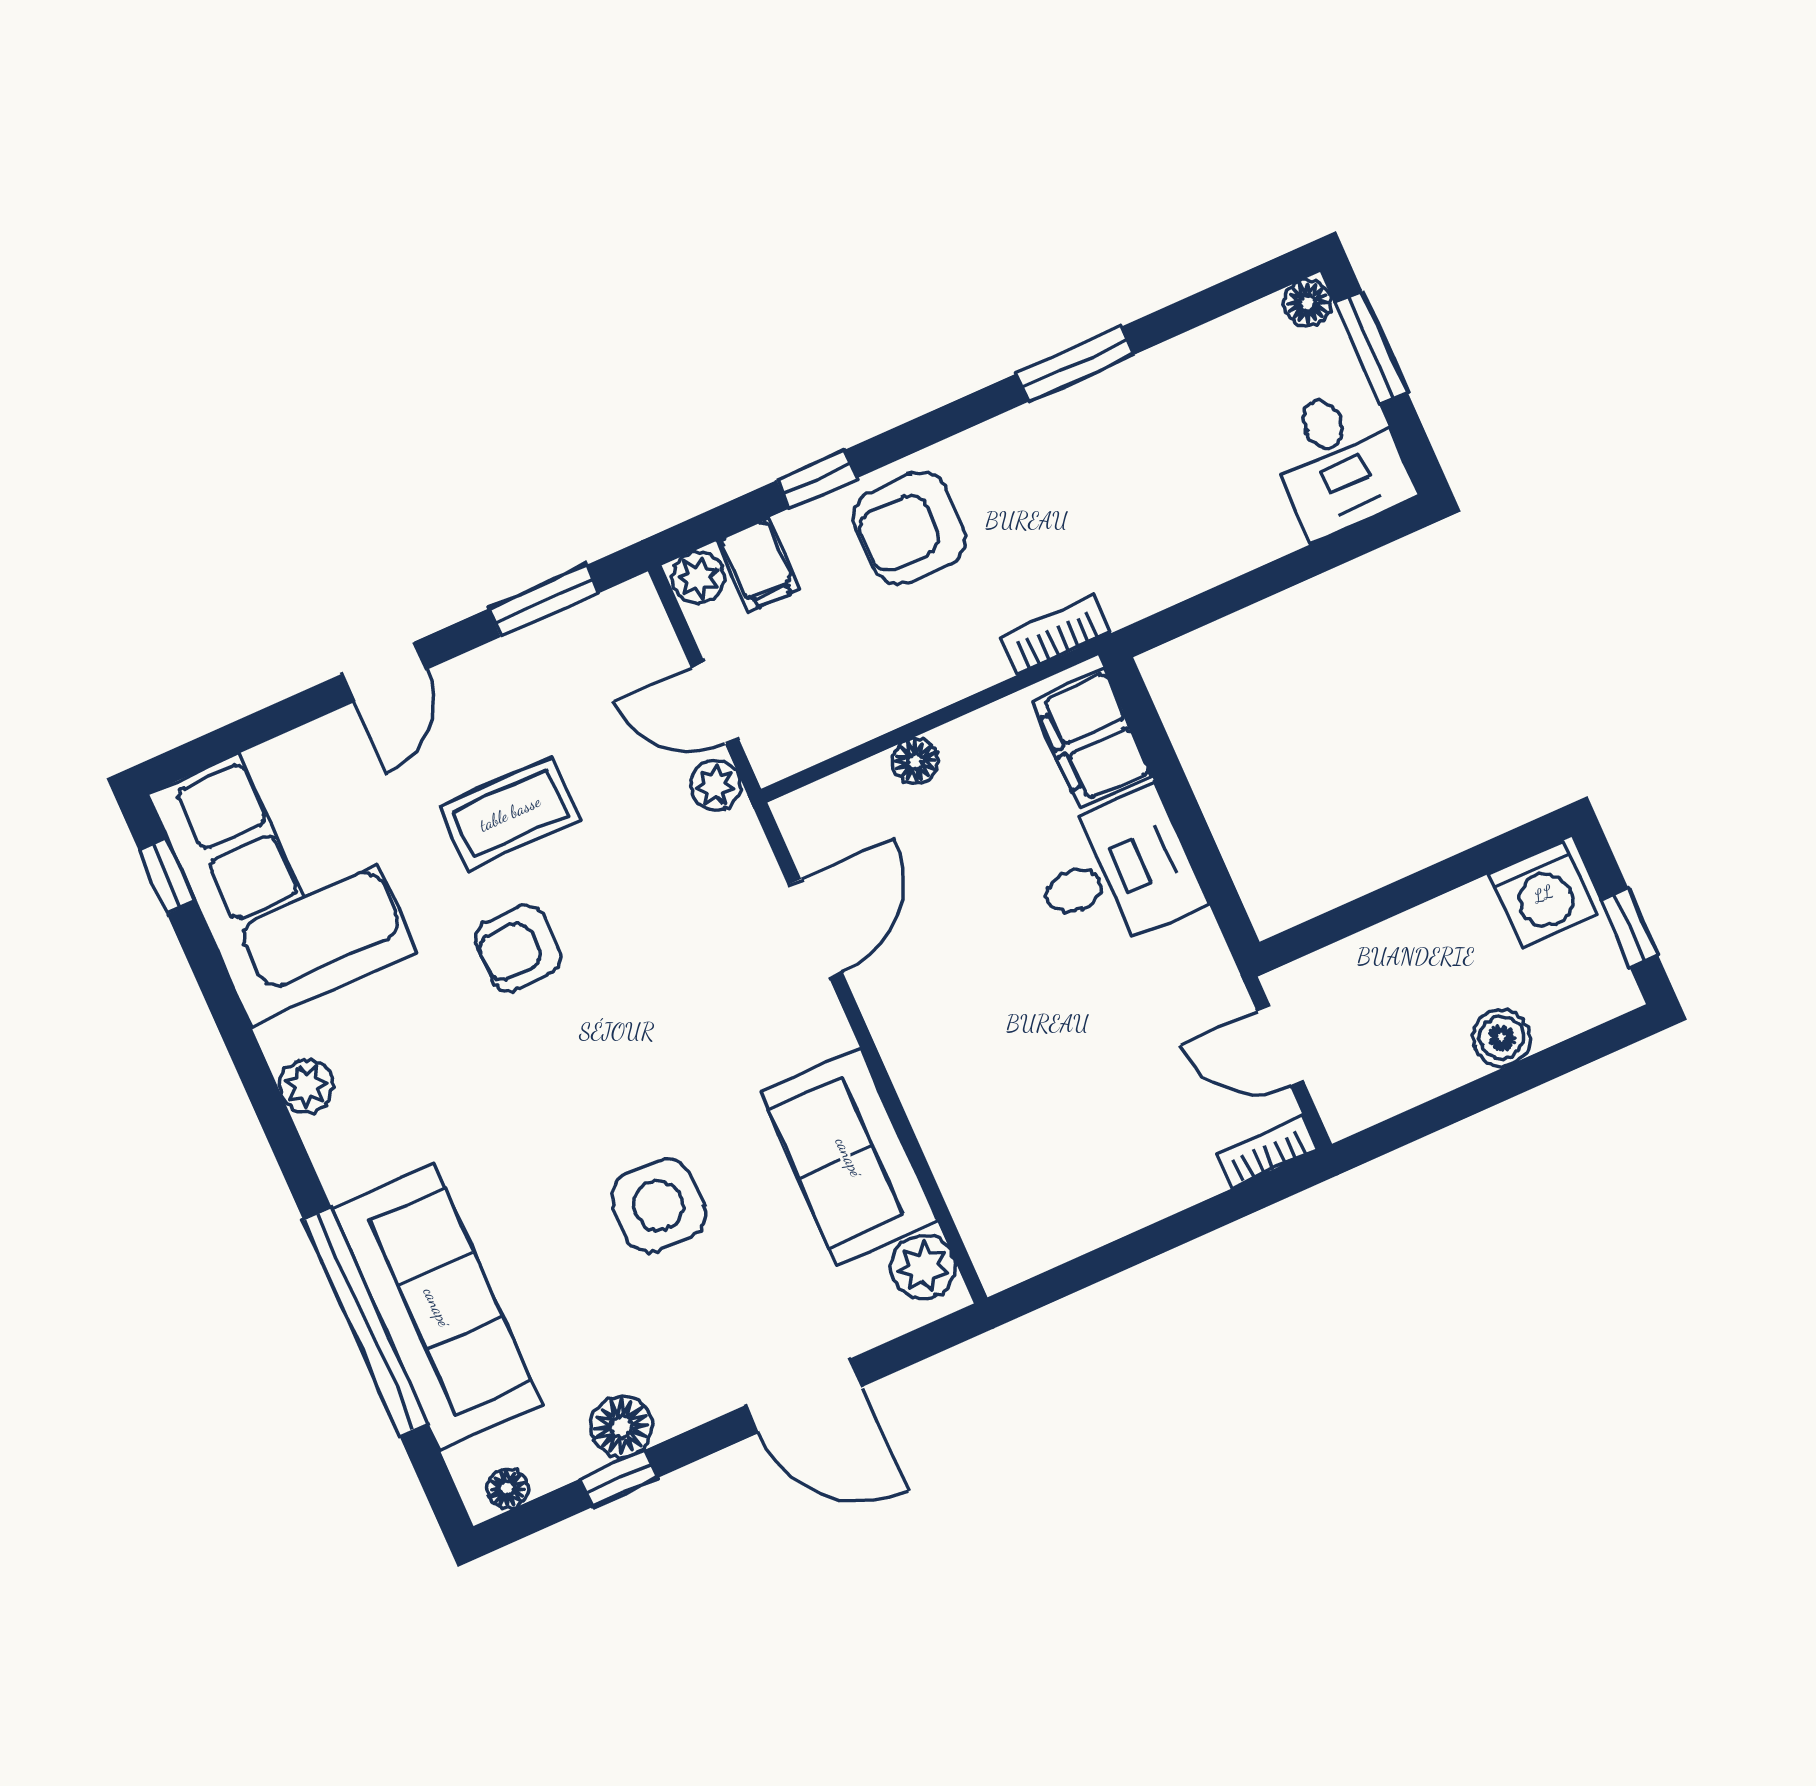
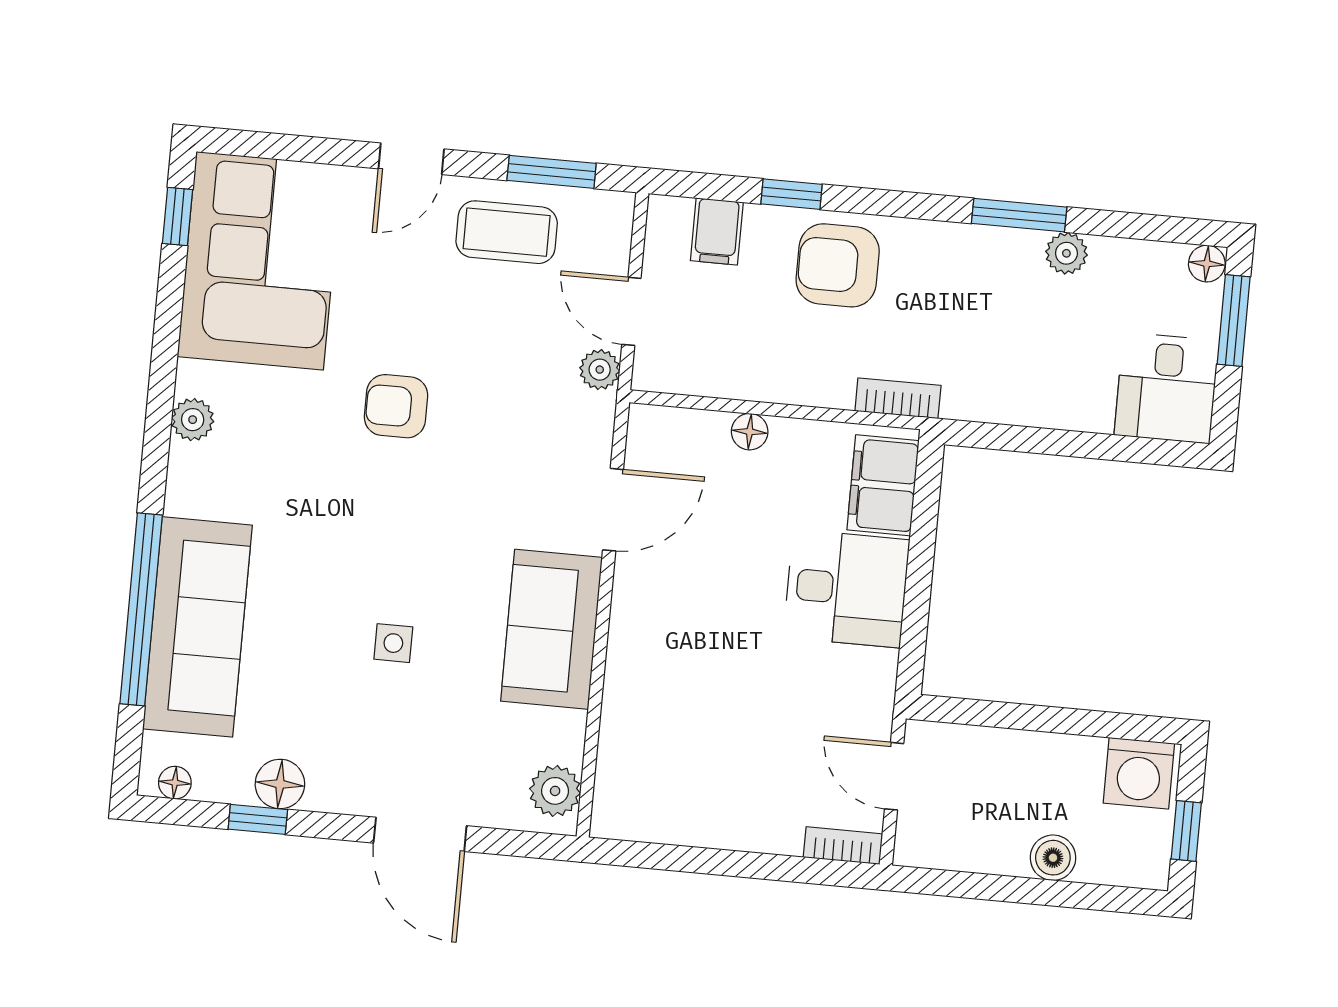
plant: (698, 577) -> (1066, 253), moved
coffee table: (510, 813) -> (507, 232), moved
sofa: (849, 1157) -> (552, 629), moved
side table: (659, 1206) -> (393, 643), width x0.54, depth x0.54

